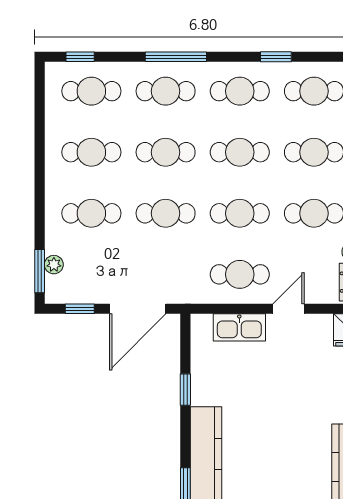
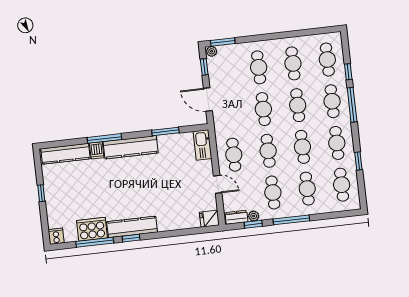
window: (80, 57) -> (348, 72), moved
plant: (54, 265) -> (212, 51), moved
door: (138, 309) -> (208, 100), width x0.73
kitchen sink: (239, 327) -> (202, 145), moved
window: (185, 390) -> (165, 132), width x1.50

